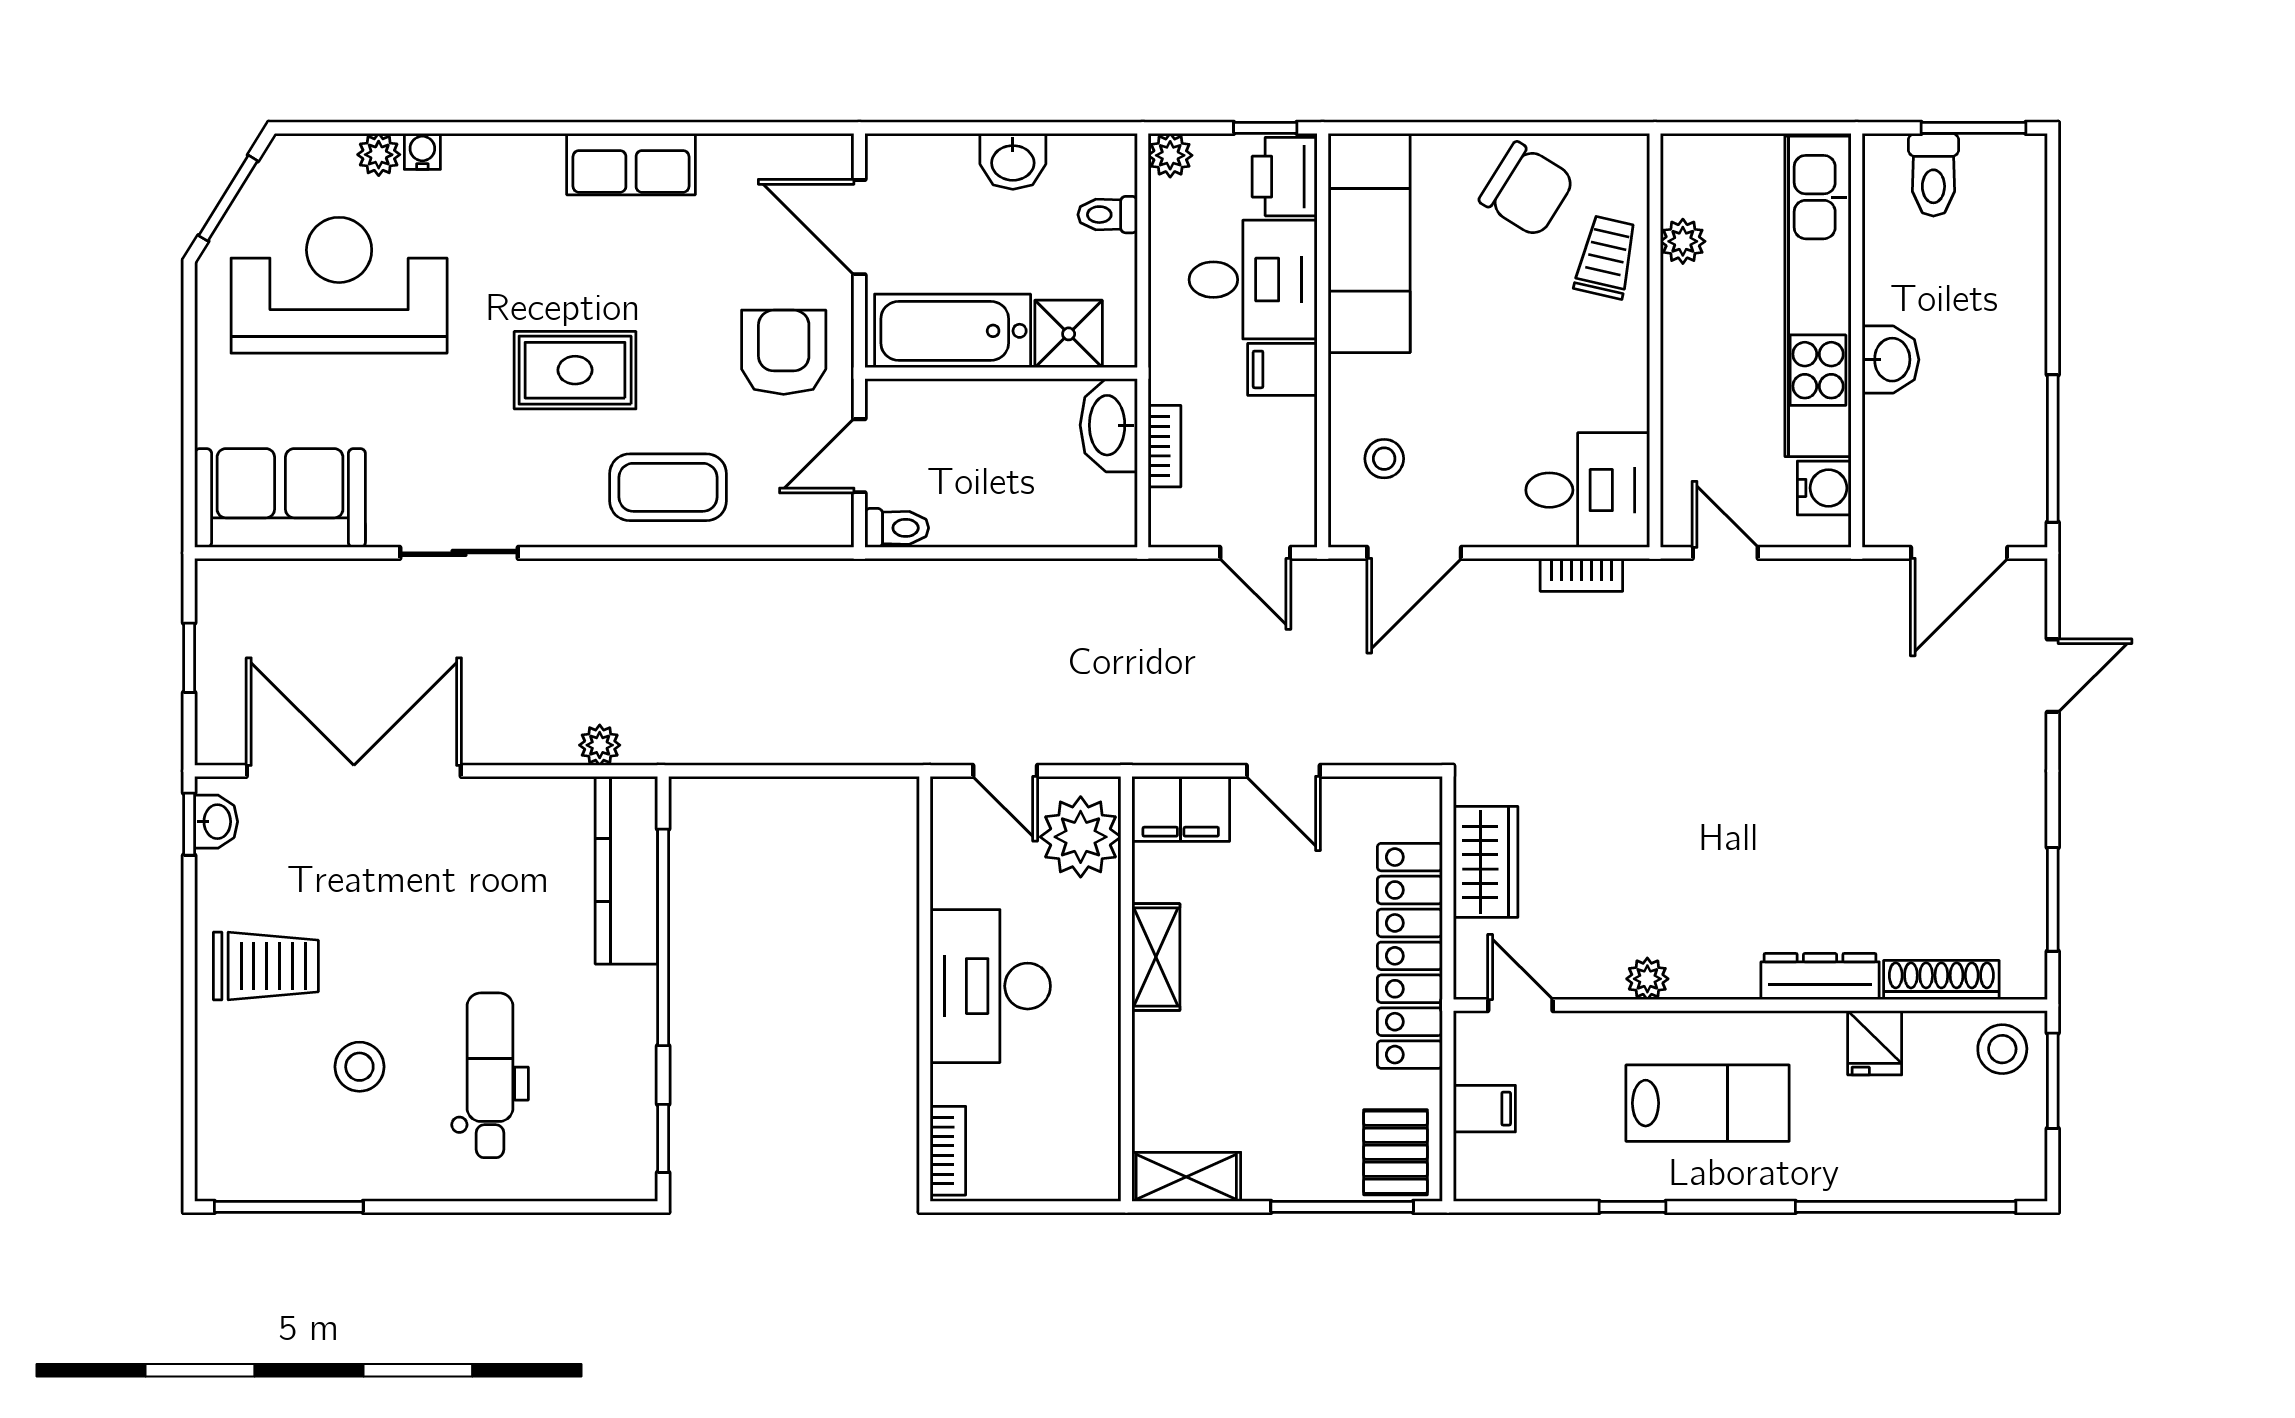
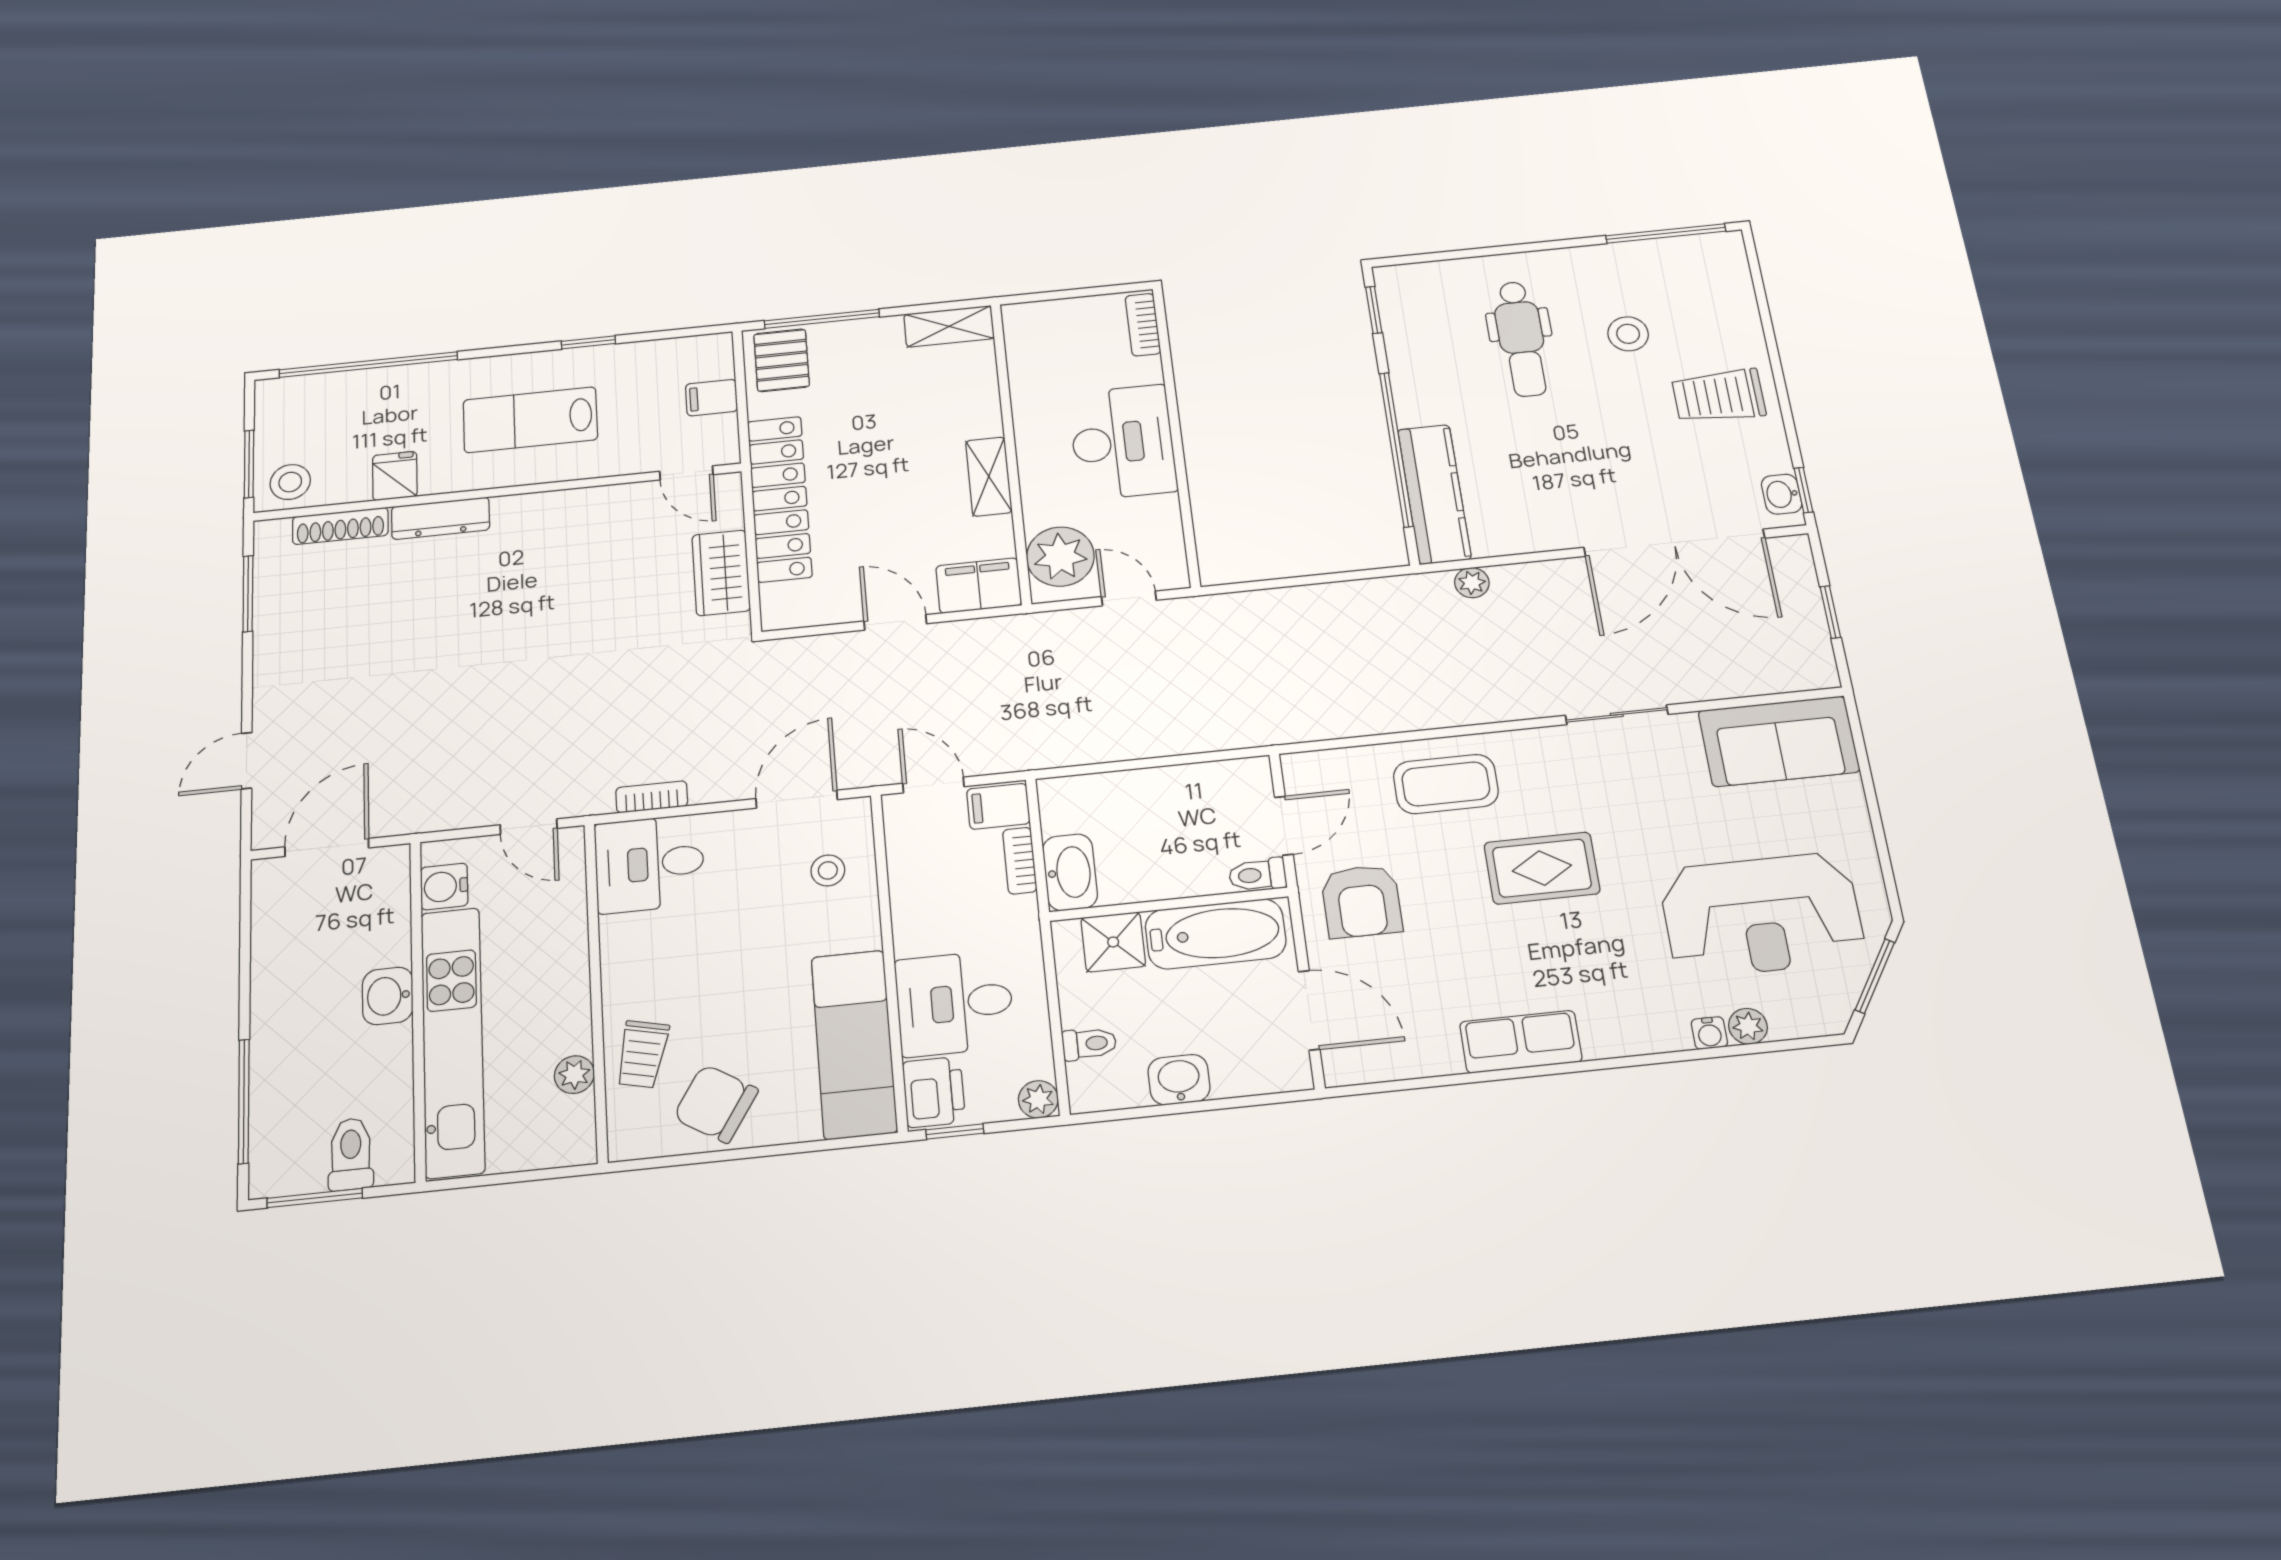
filing cabinet: (1282, 369) -> (998, 806), moved, turned 180
window: (2053, 449) -> (244, 1101), moved
toilet: (897, 528) -> (1258, 875), moved
plant: (1647, 979) -> (583, 502), removed

